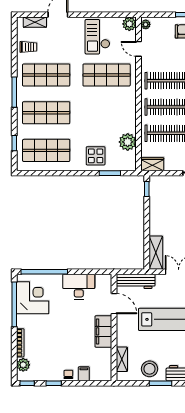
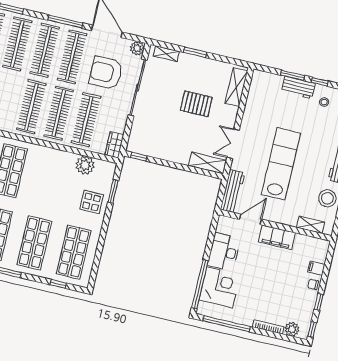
corner desk: (33, 298) -> (220, 287), moved, turned 90

